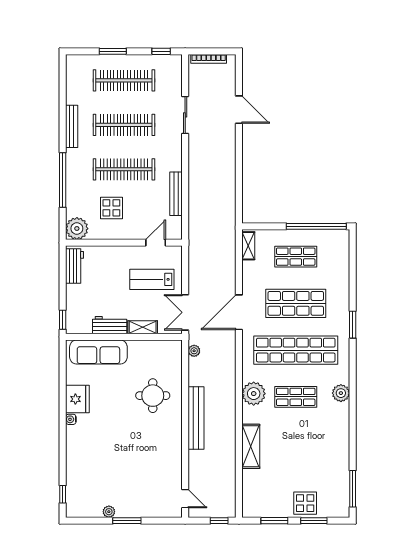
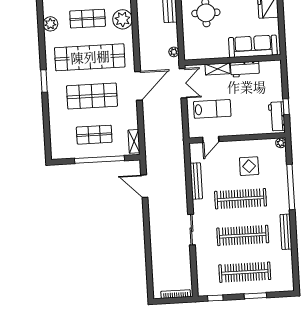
door: (239, 110) -> (144, 186), moved
sliding door: (185, 115) -> (191, 230), moved
window: (316, 226) -> (99, 160), moved
plant: (77, 229) -> (281, 143), width x0.53, depth x0.53
window: (63, 320) -> (286, 107), moved

